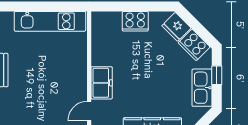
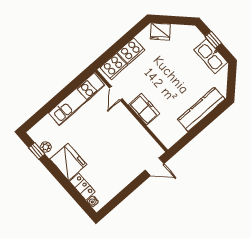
cooker: (194, 45) -> (114, 66), moved, turned -45
door: (89, 111) -> (116, 93), moved

